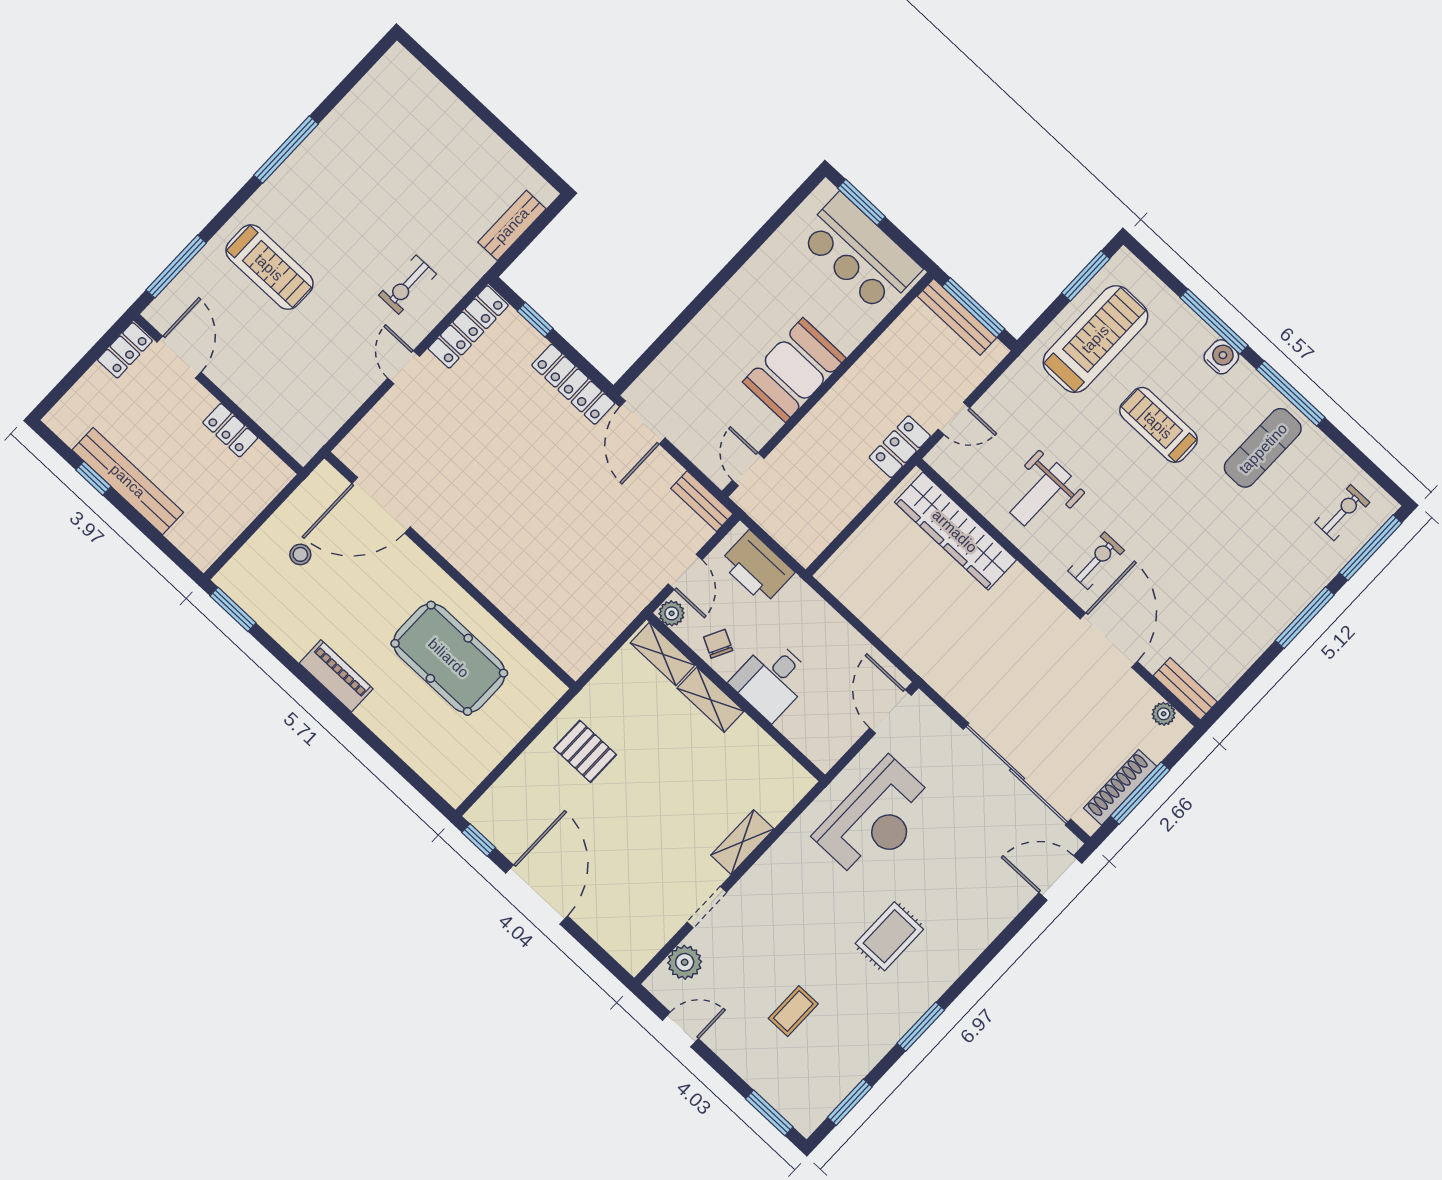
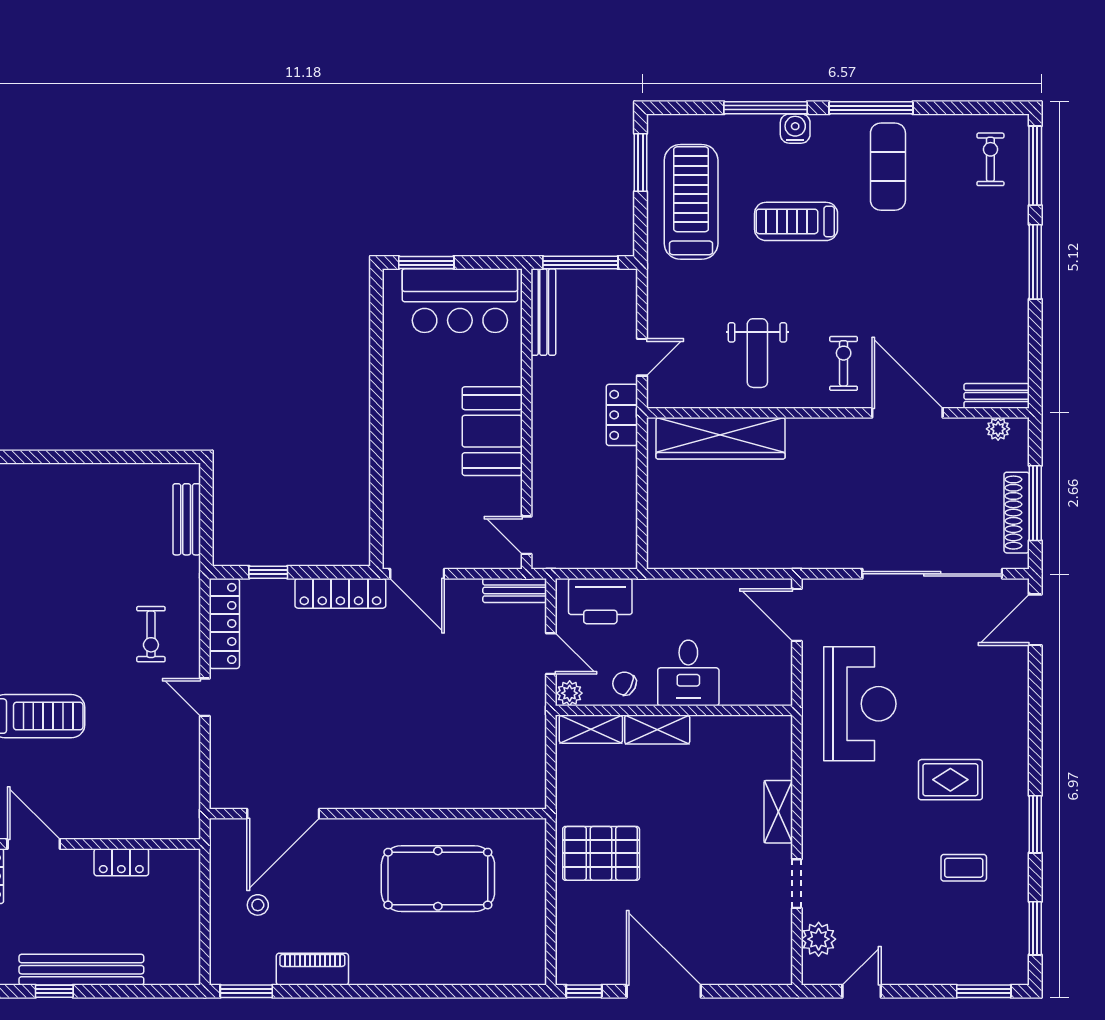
bench: (957, 317) -> (543, 312), moved, turned 90
piano: (336, 676) -> (312, 969), moved
pallet: (585, 751) -> (601, 853), width x1.50, depth x1.42
rug: (889, 936) -> (950, 780), turned 90
coffee table: (793, 1011) -> (964, 868), moved, turned 90

